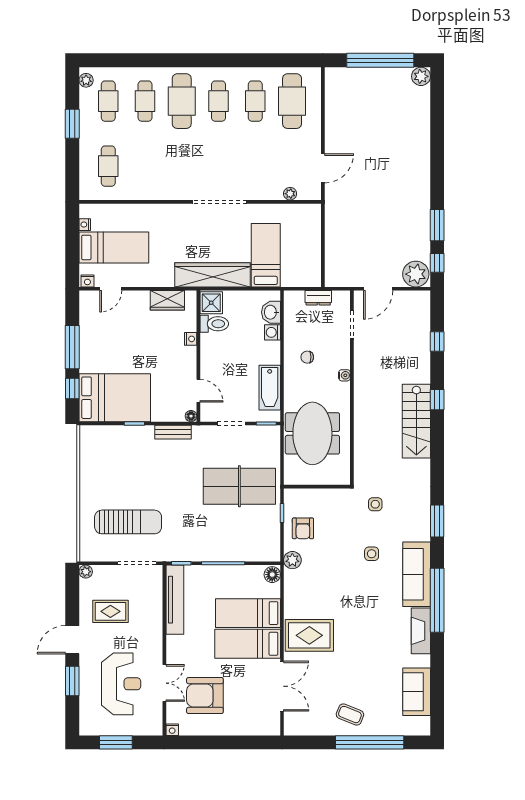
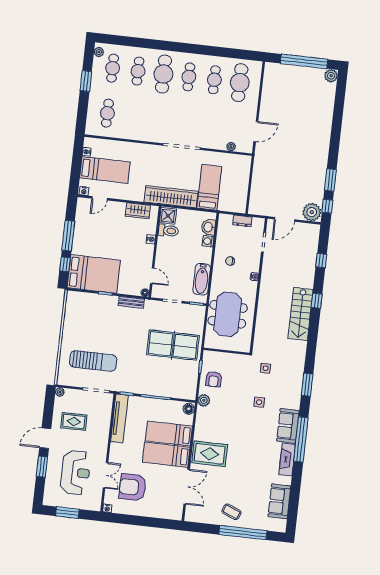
sofa: (417, 574) -> (288, 426), width x0.73

